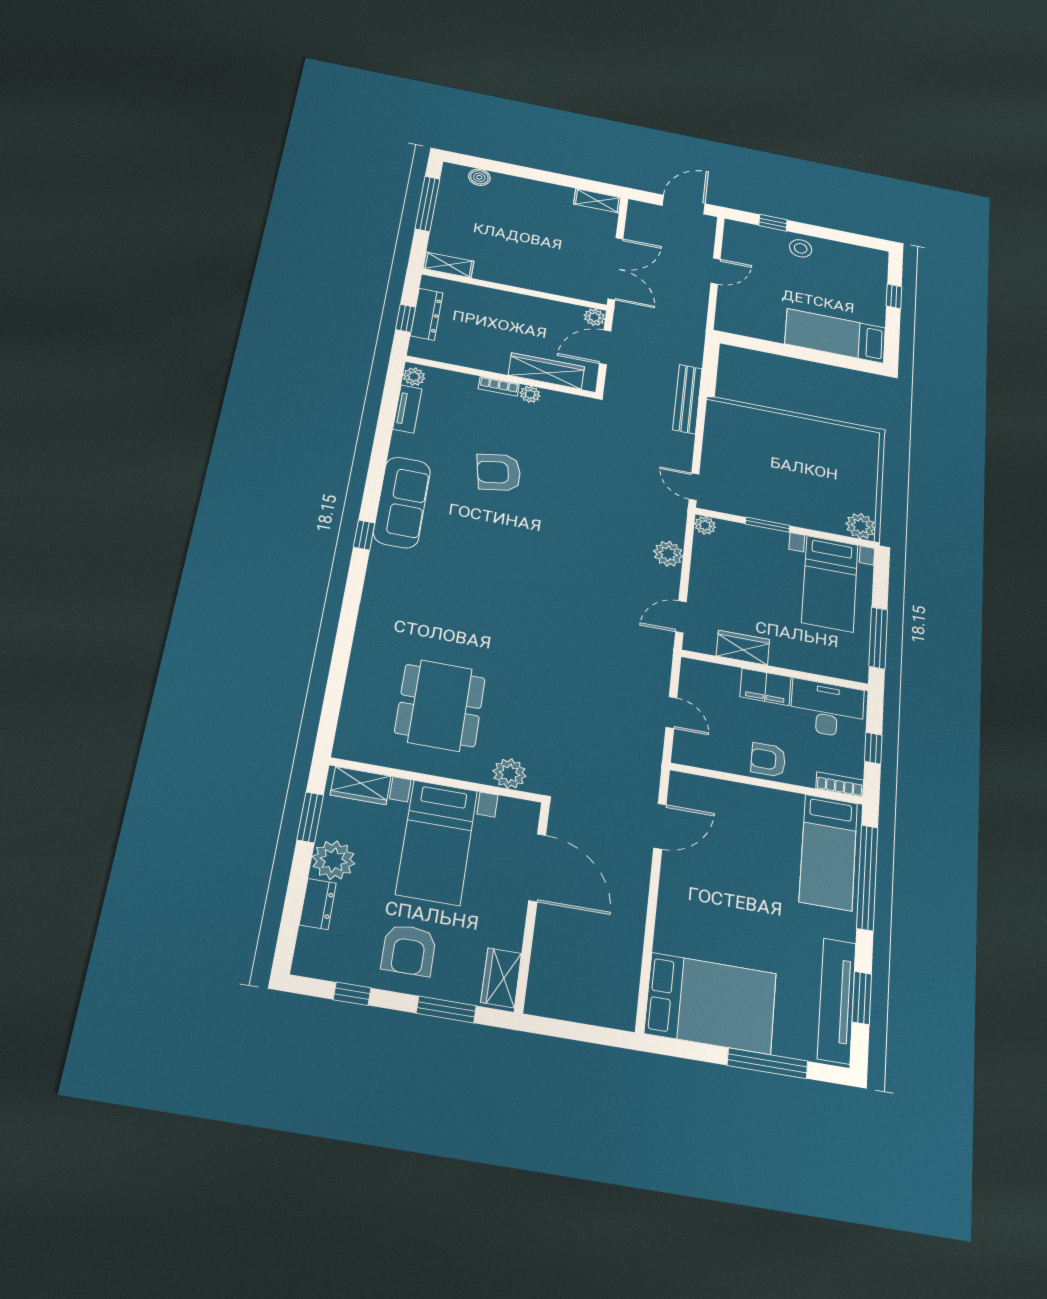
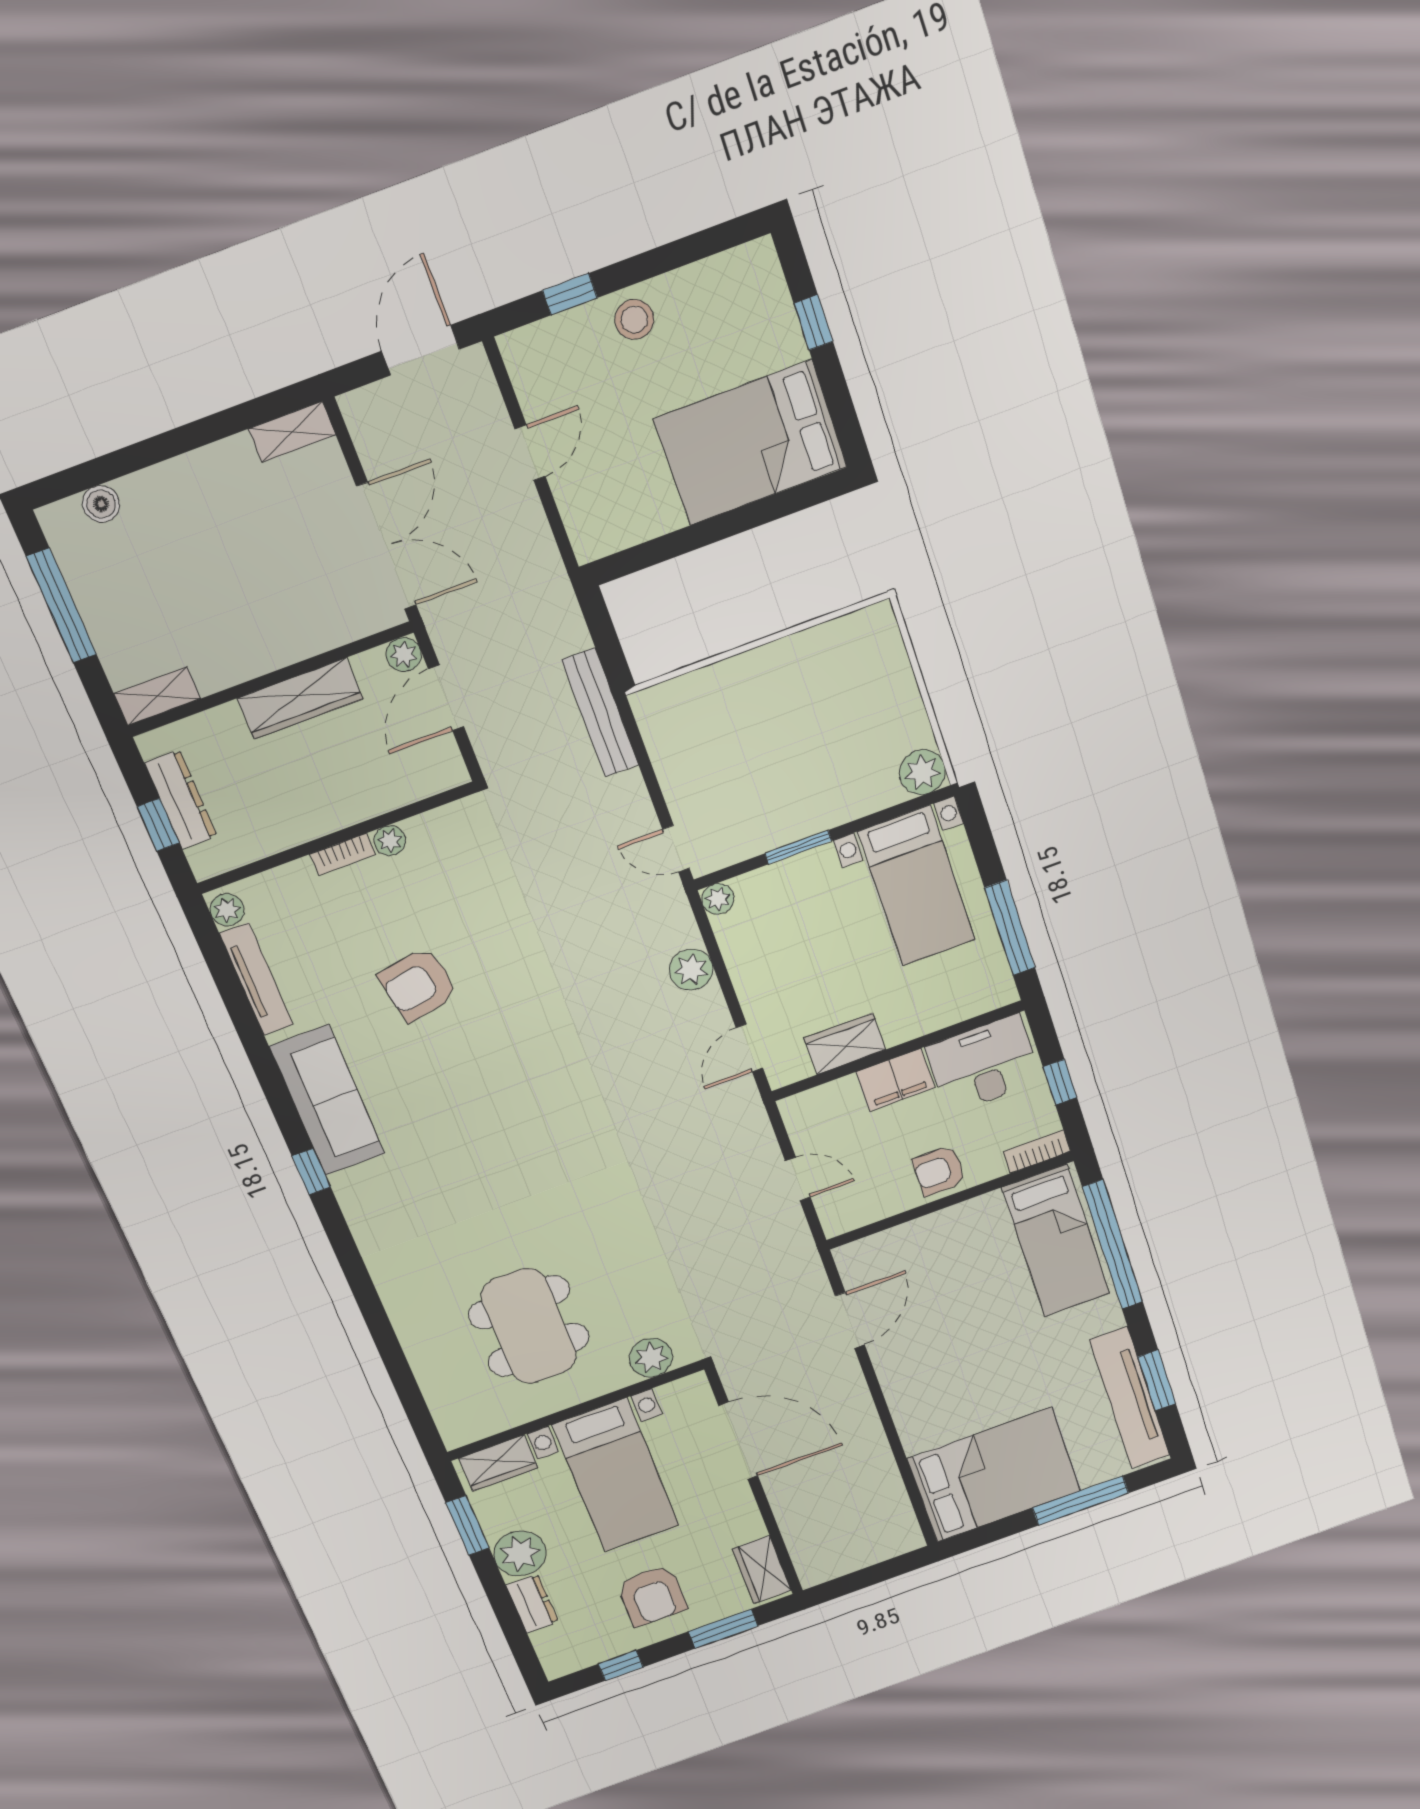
bed: (835, 336) -> (751, 443), width x1.50
wardrobe: (546, 371) -> (300, 699), moved, turned 180
tv unit: (407, 409) -> (256, 979), width x1.41

